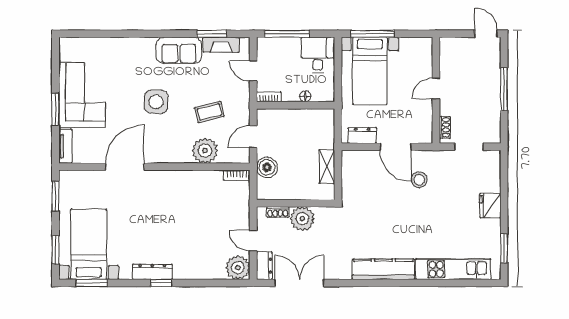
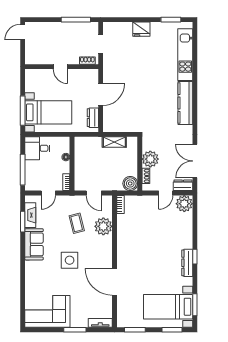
window: (504, 89) -> (76, 20), moved
corner sofa: (82, 95) -> (47, 311), moved
boiler: (267, 167) -> (130, 183), moved
stool: (419, 180) -> (123, 78), removed

